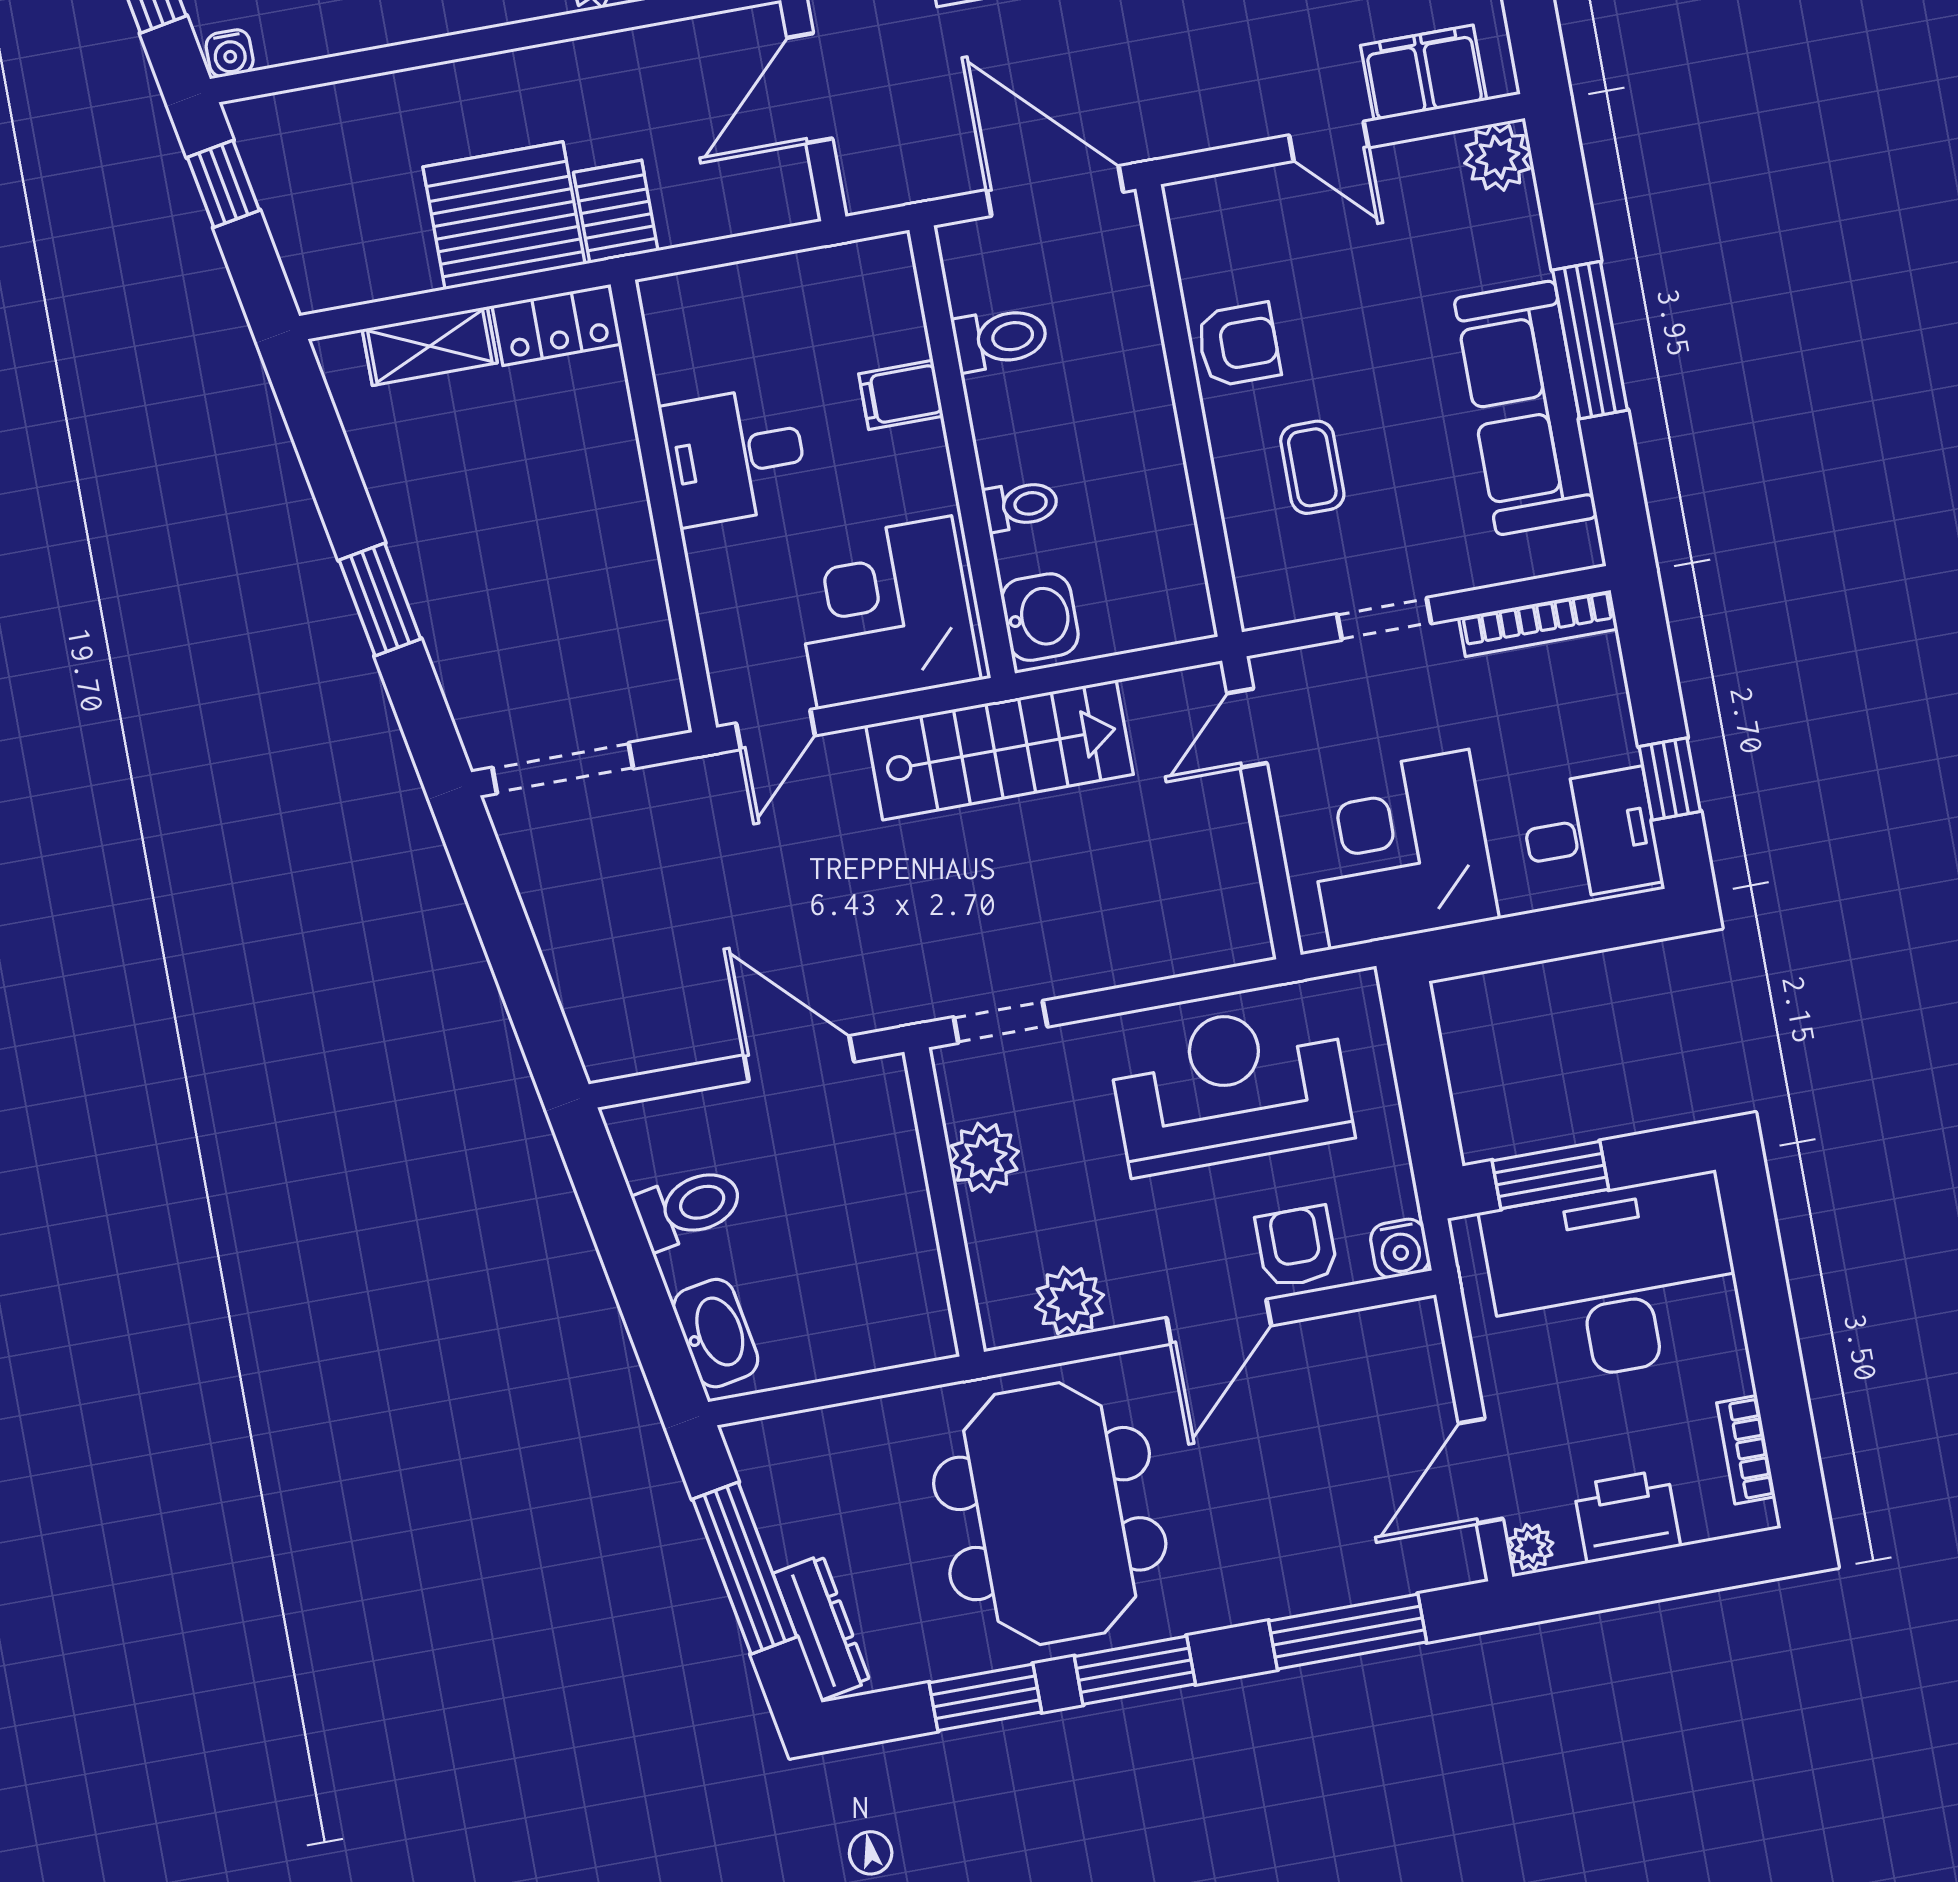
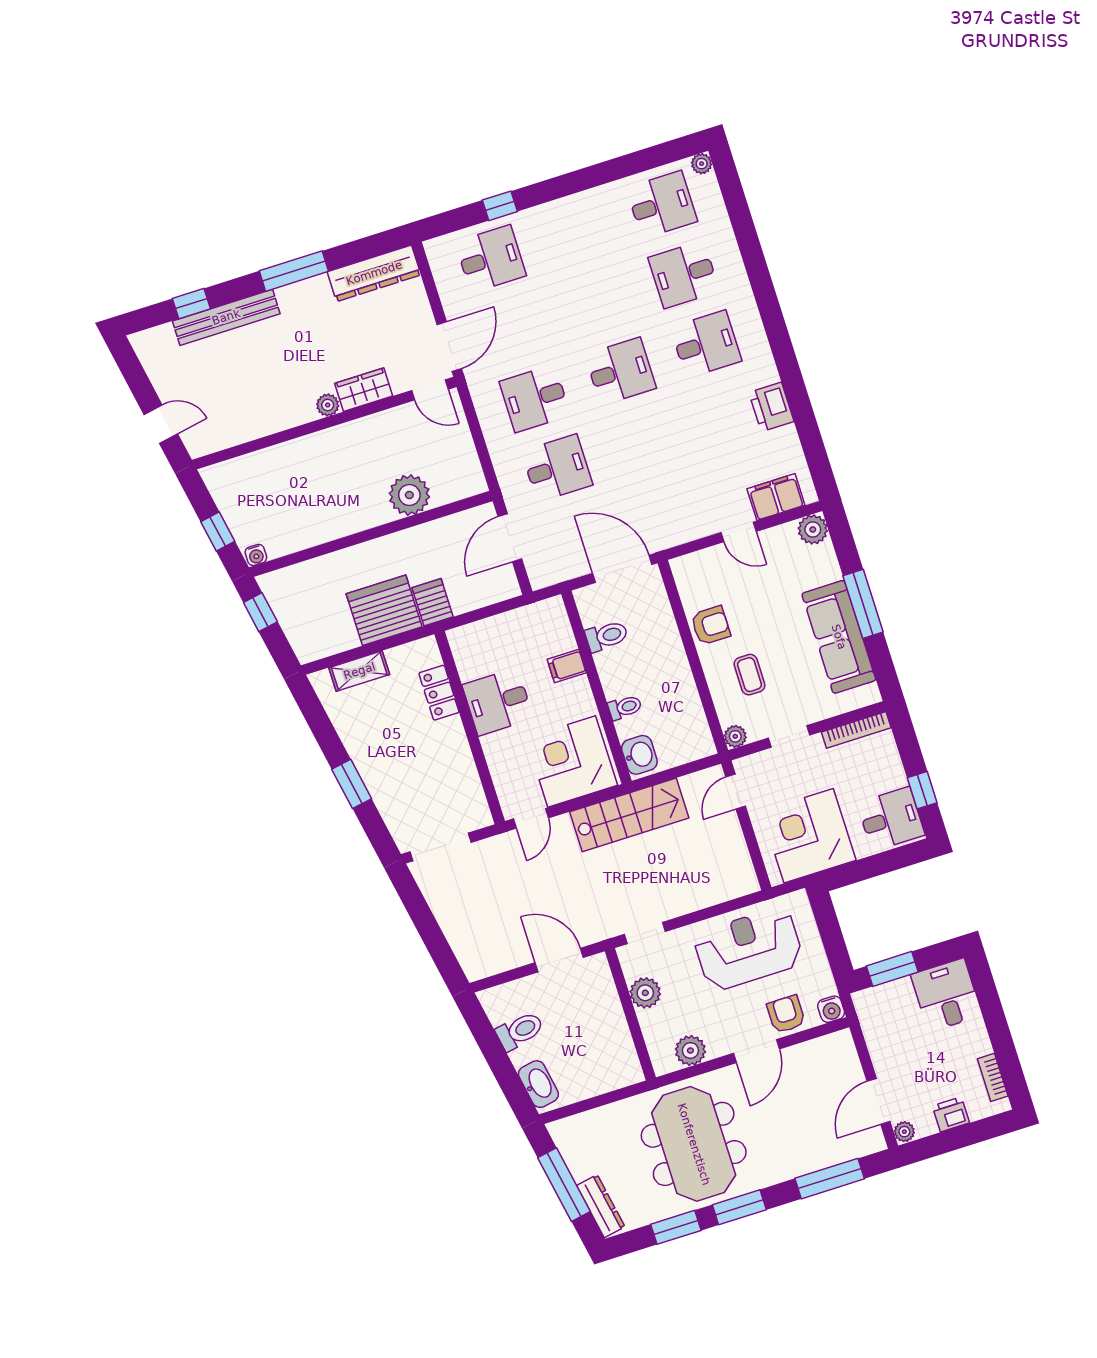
locker: (557, 325) -> (439, 693), moved, turned 90
plant: (1262, 603) -> (735, 736), added
desk: (1613, 1280) -> (946, 995), width x0.53, depth x0.77
printer: (1627, 1516) -> (951, 1114), width x0.73, depth x0.81

